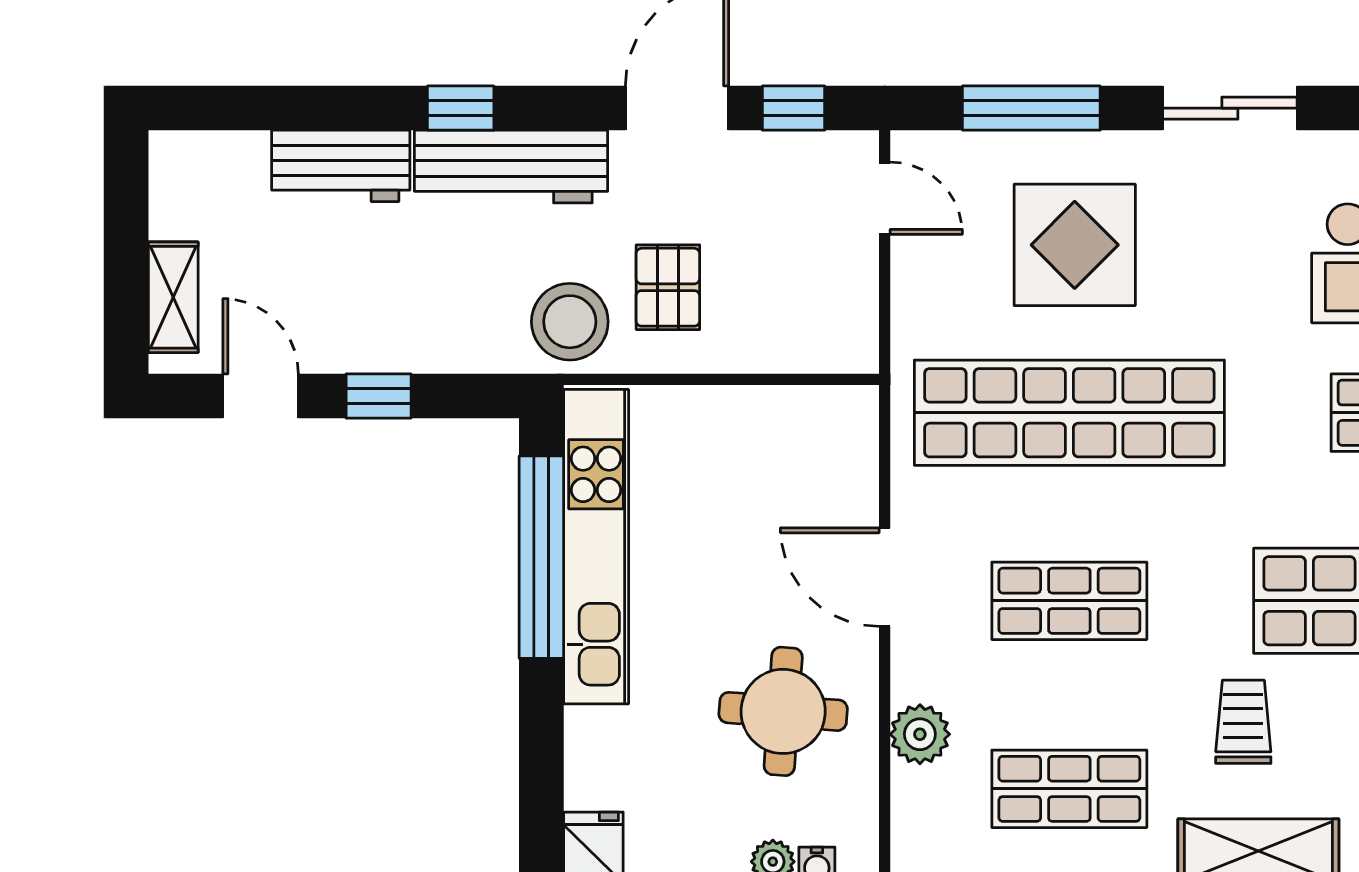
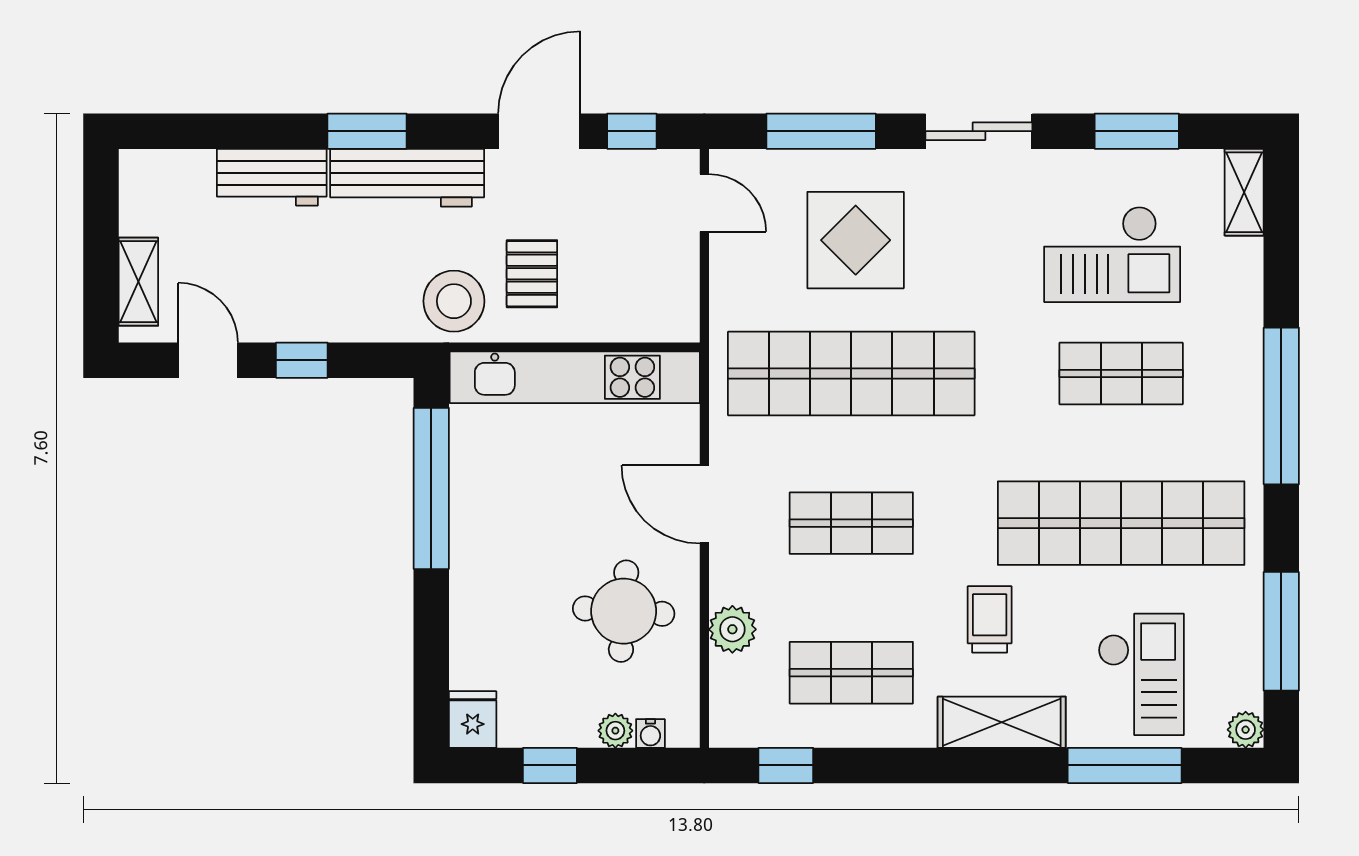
window: (461, 108) -> (367, 131), width x1.50
kitchen unit: (596, 547) -> (575, 377), moved, turned 90

